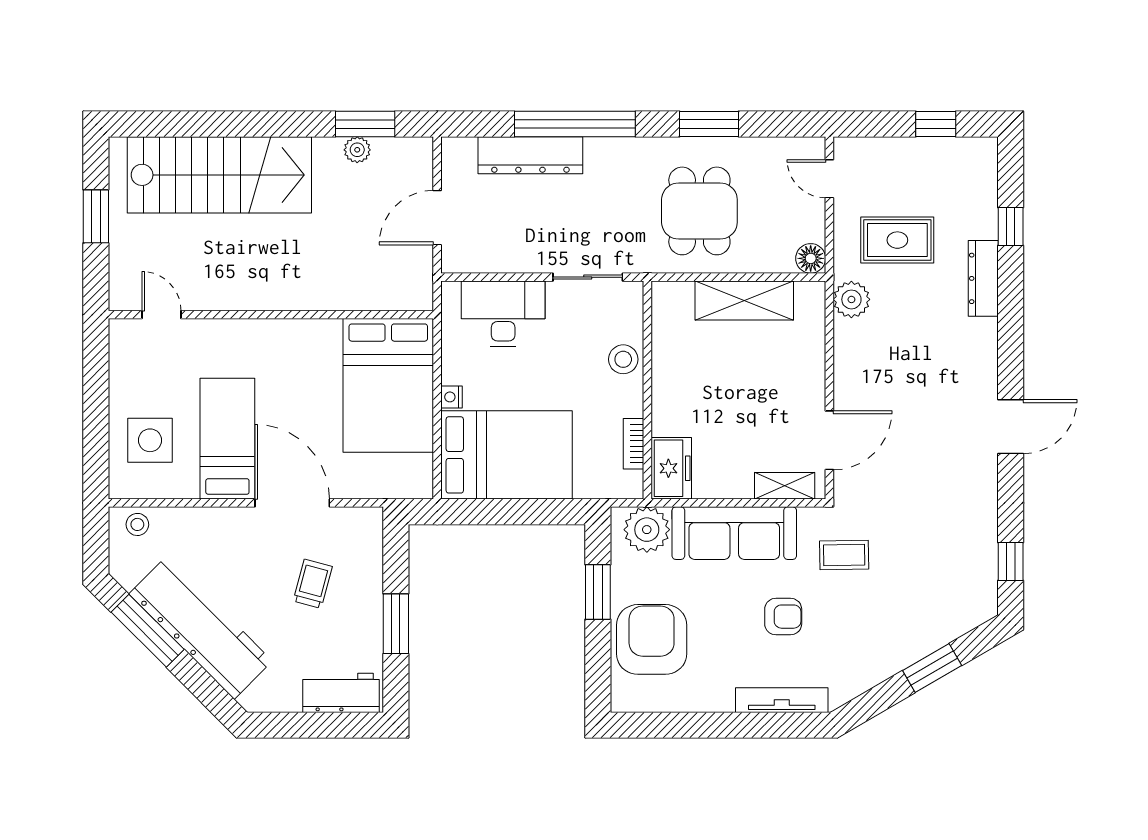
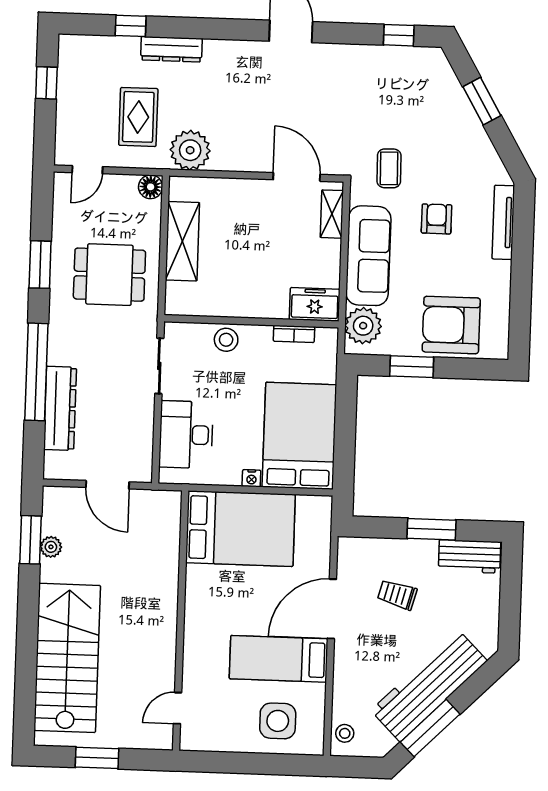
plant: (851, 299) -> (190, 150), width x1.36, depth x1.36
workbench: (341, 693) -> (469, 556), moved, turned -90

